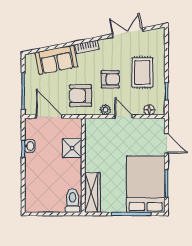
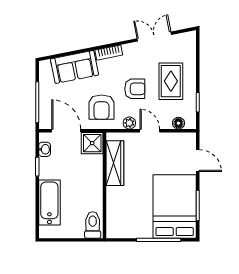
armchair: (80, 96) -> (101, 107), turned -90
washbasin: (30, 146) -> (45, 149), moved
shower: (72, 148) -> (92, 143), moved
bathtub: (34, 181) -> (49, 203), added
wardrobe: (92, 192) -> (115, 163), moved

